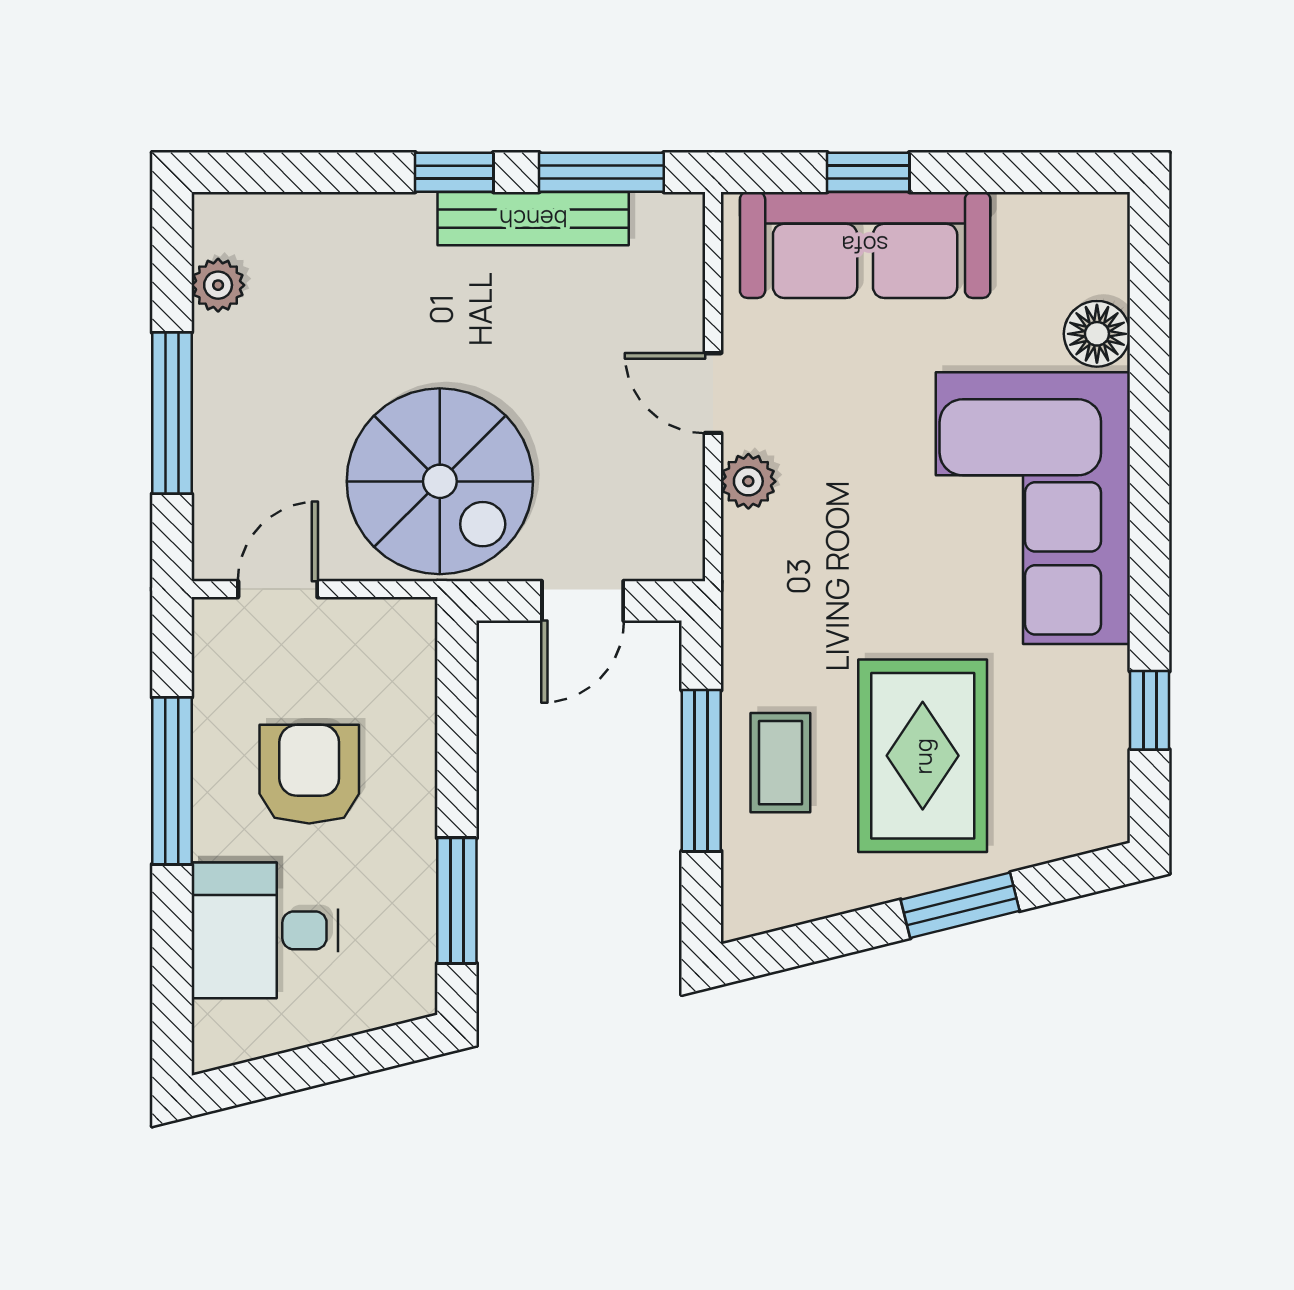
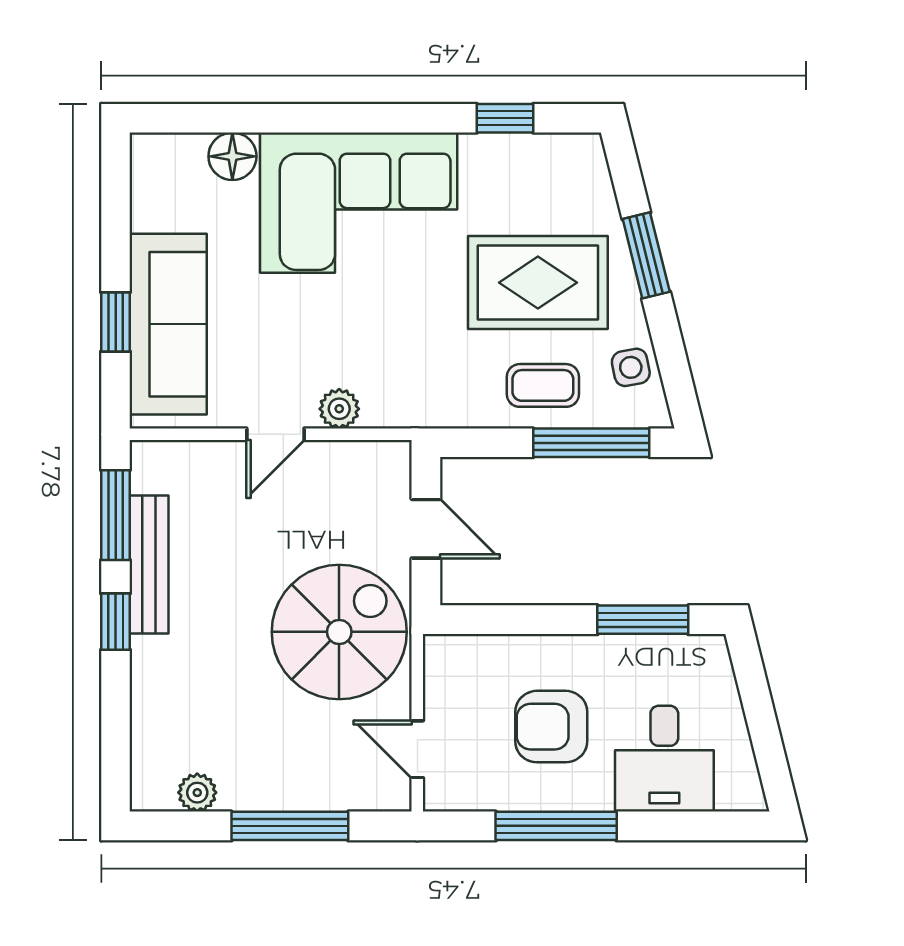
window: (701, 771) -> (591, 443), moved
side table: (805, 884) -> (631, 367), added

